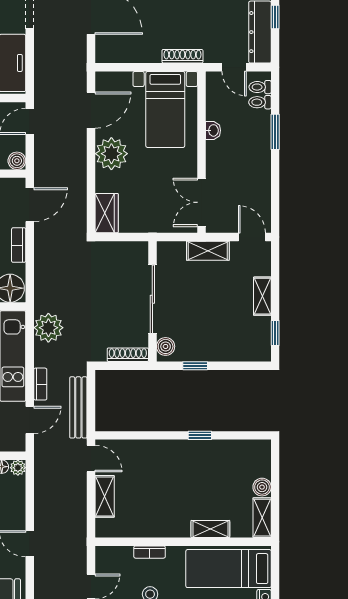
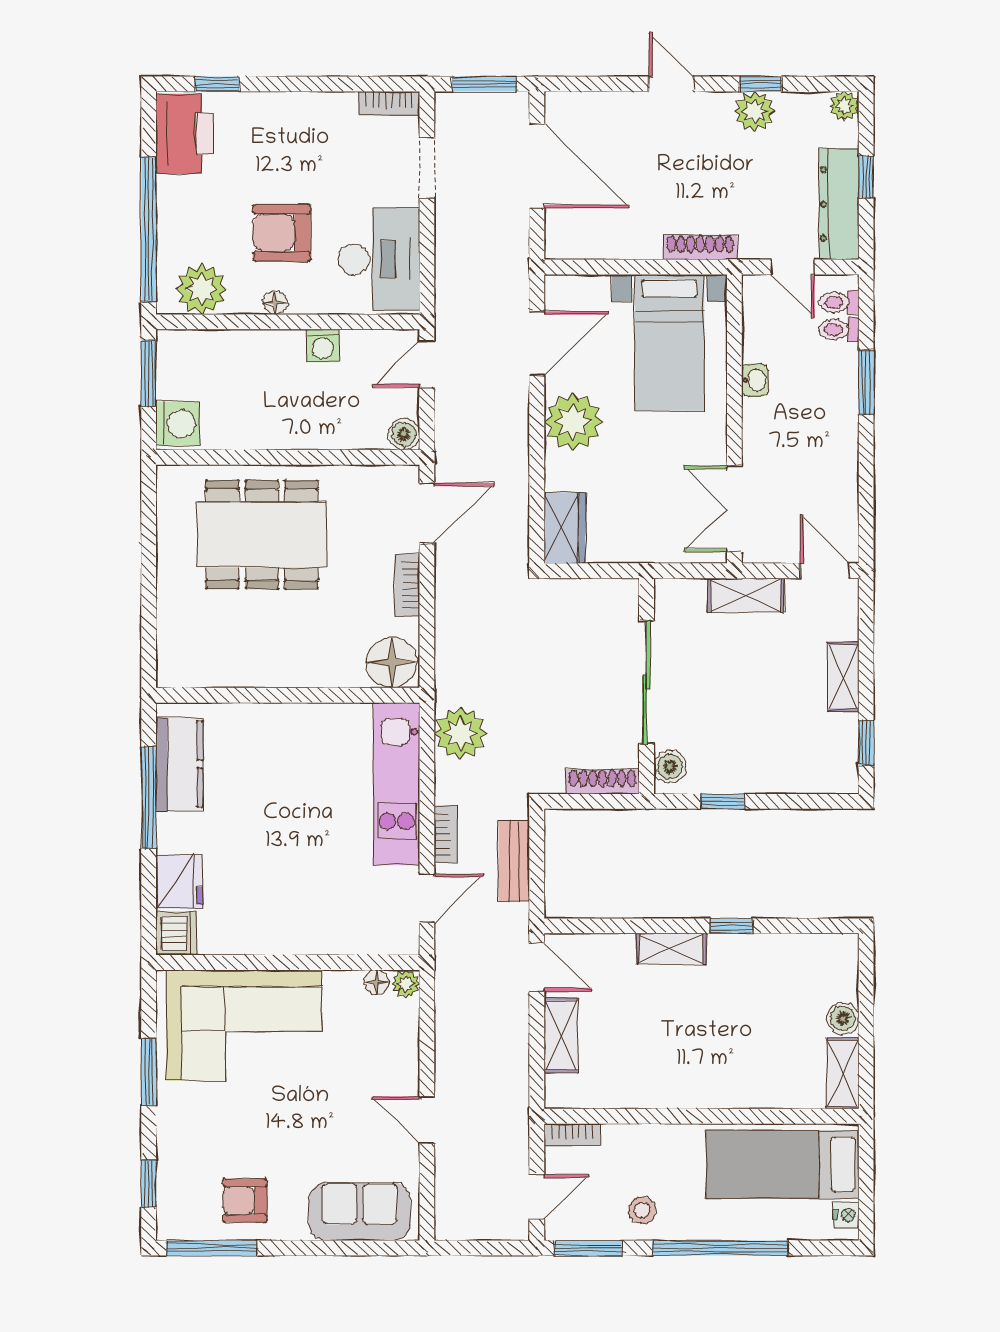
bench: (78, 407) -> (514, 861), width x0.73
shelving: (210, 529) -> (671, 949), moved
bookcase: (150, 552) -> (572, 1135), moved

